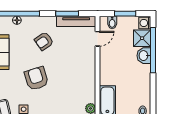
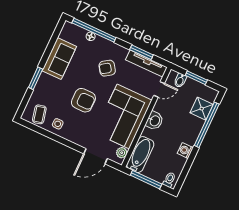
washing machine: (145, 23) -> (185, 151), moved
washbasin: (144, 56) -> (155, 121), moved, turned 180
corner sofa: (77, 77) -> (123, 116), added
armchair: (36, 78) -> (83, 100), turned 107

